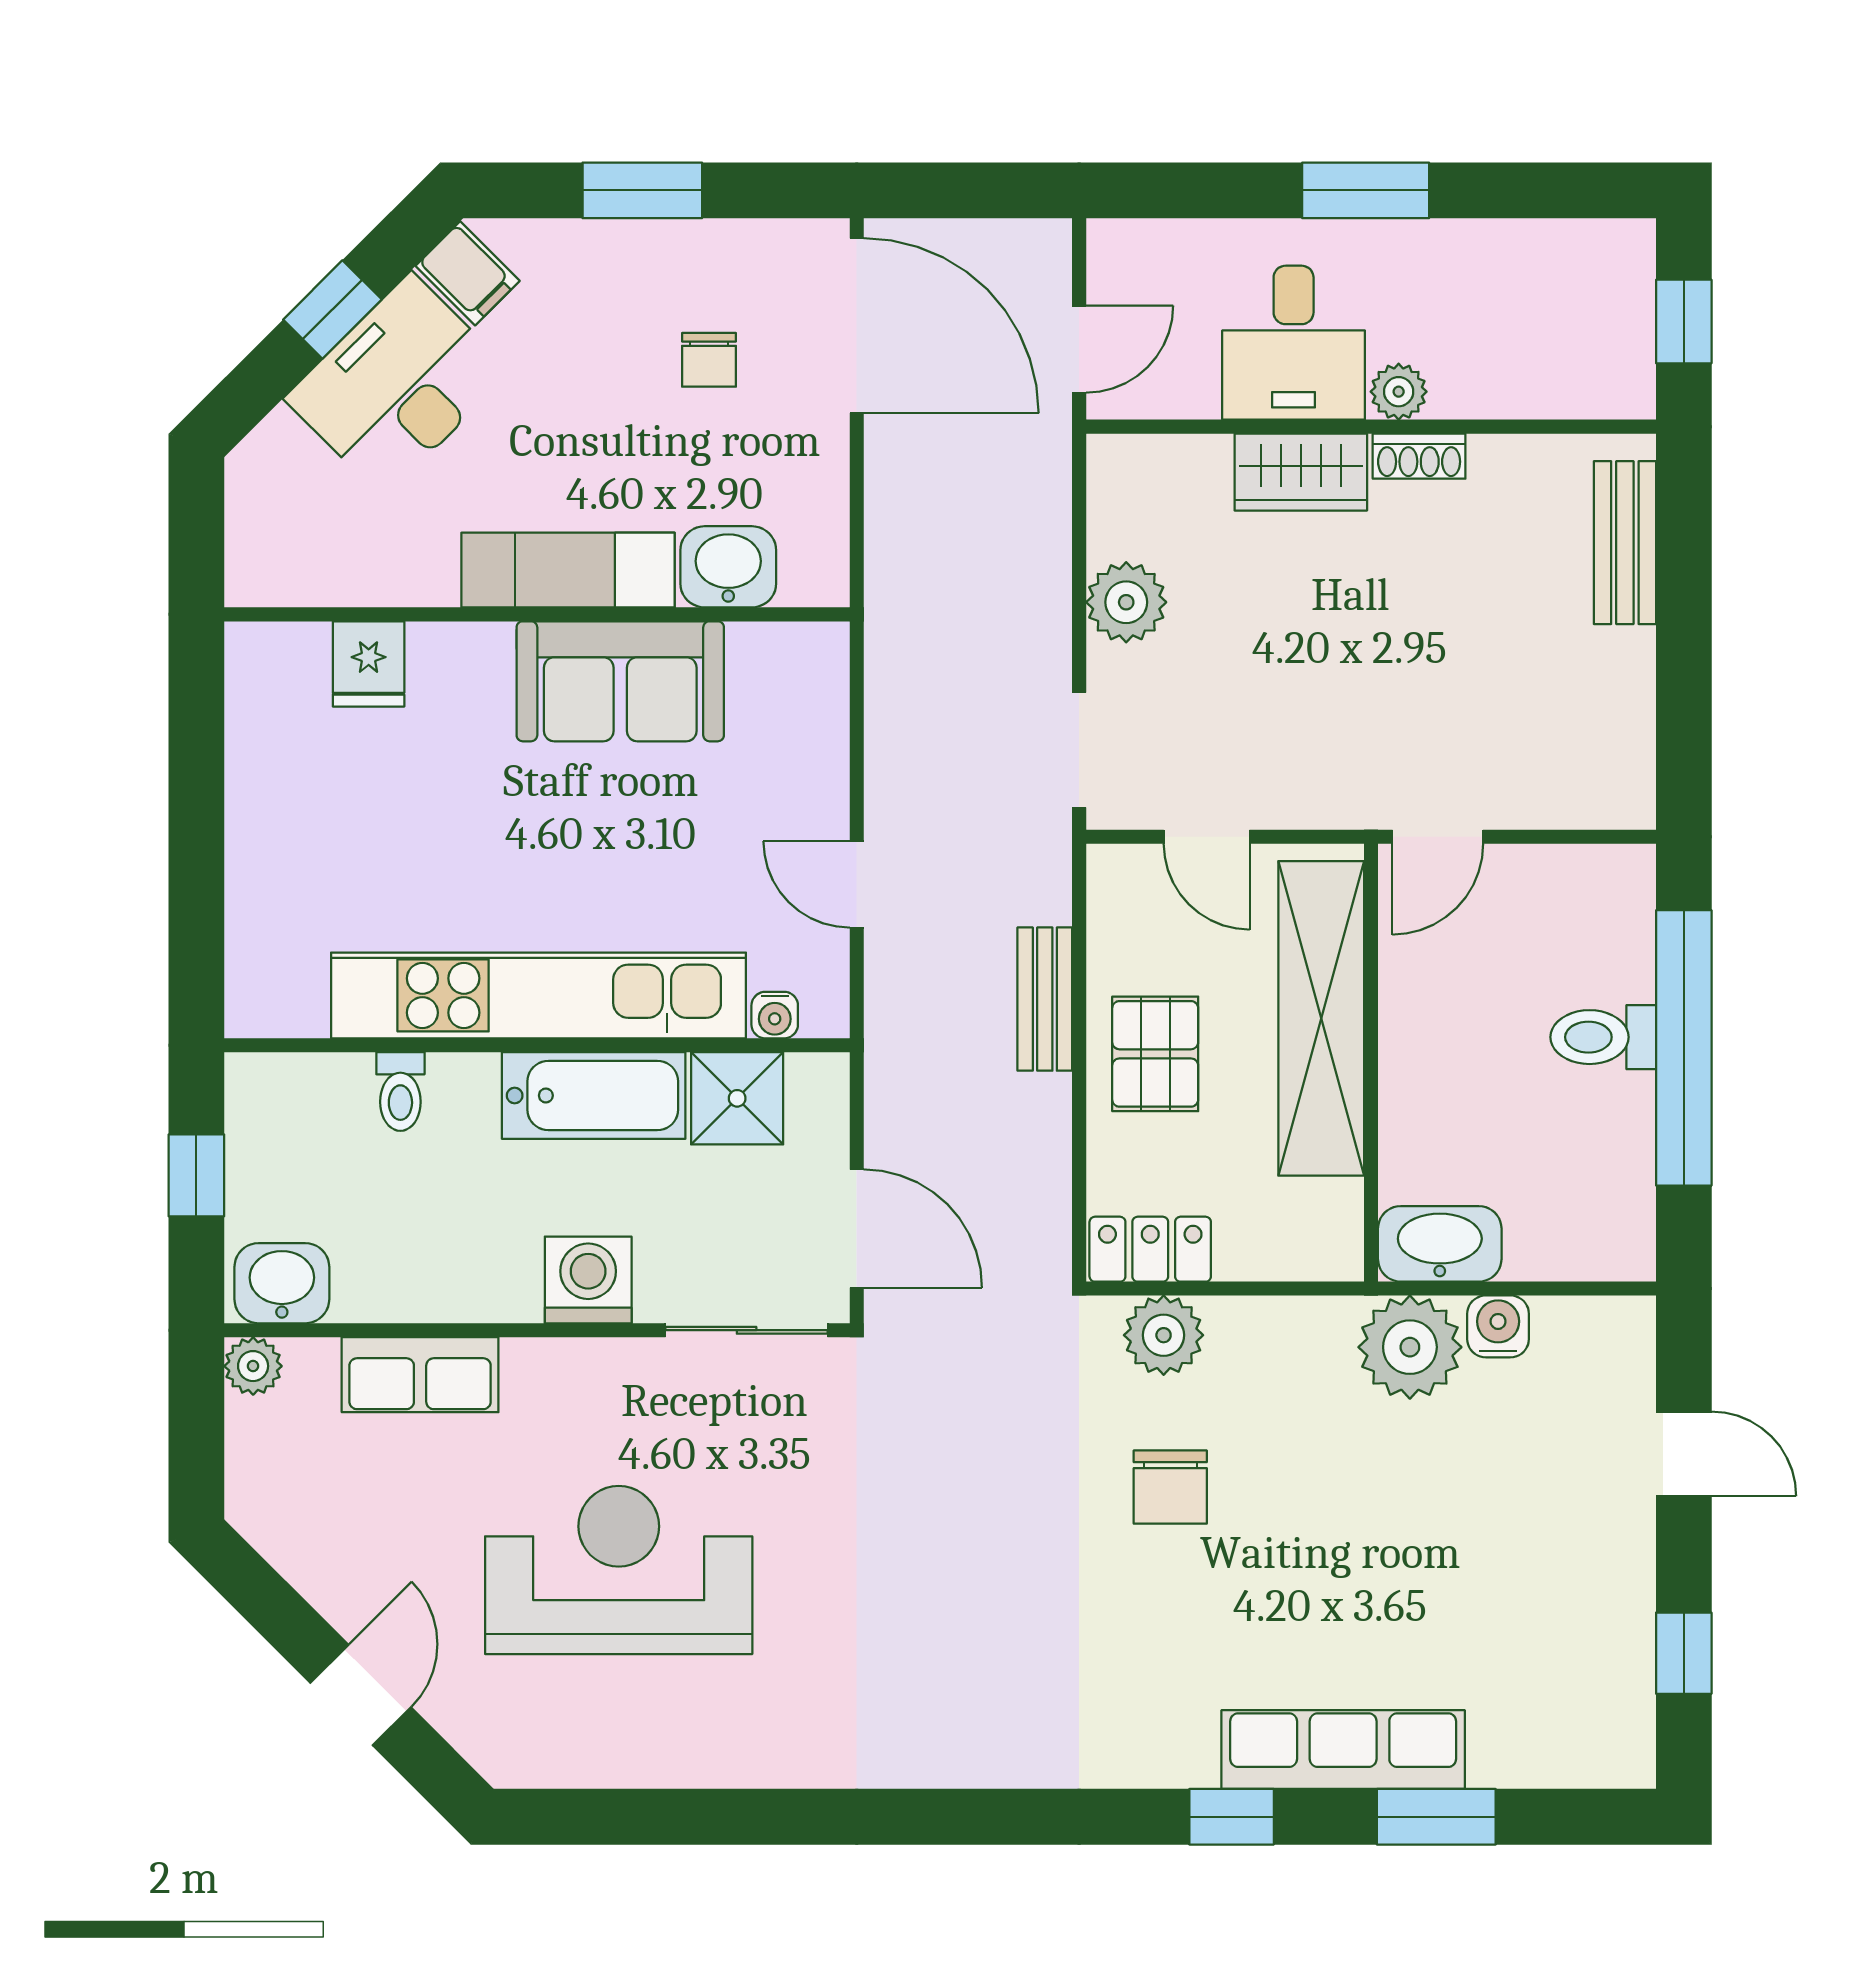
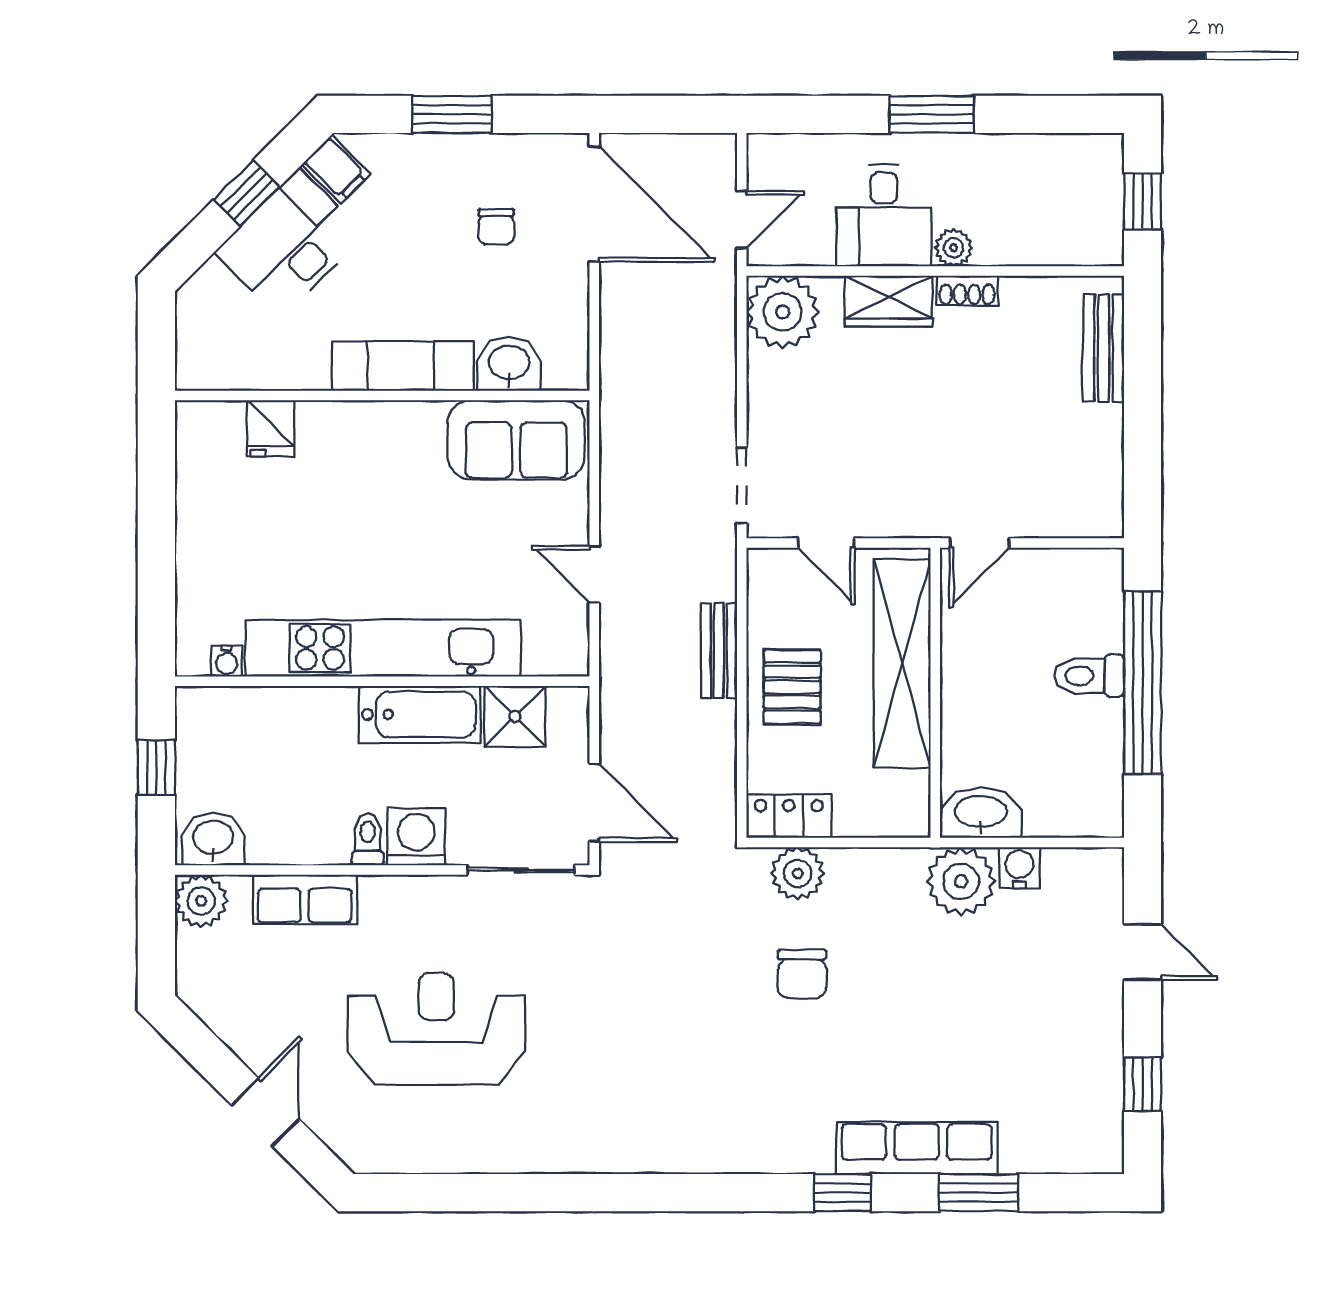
plant: (1126, 602) -> (783, 312), moved, width x1.36, depth x1.36
sofa: (620, 681) -> (516, 440), moved
water cooler: (775, 1015) -> (227, 661), moved
toilet: (400, 1092) -> (368, 839), moved, turned 180
plant: (253, 1366) -> (201, 901), width x1.38, depth x1.38

